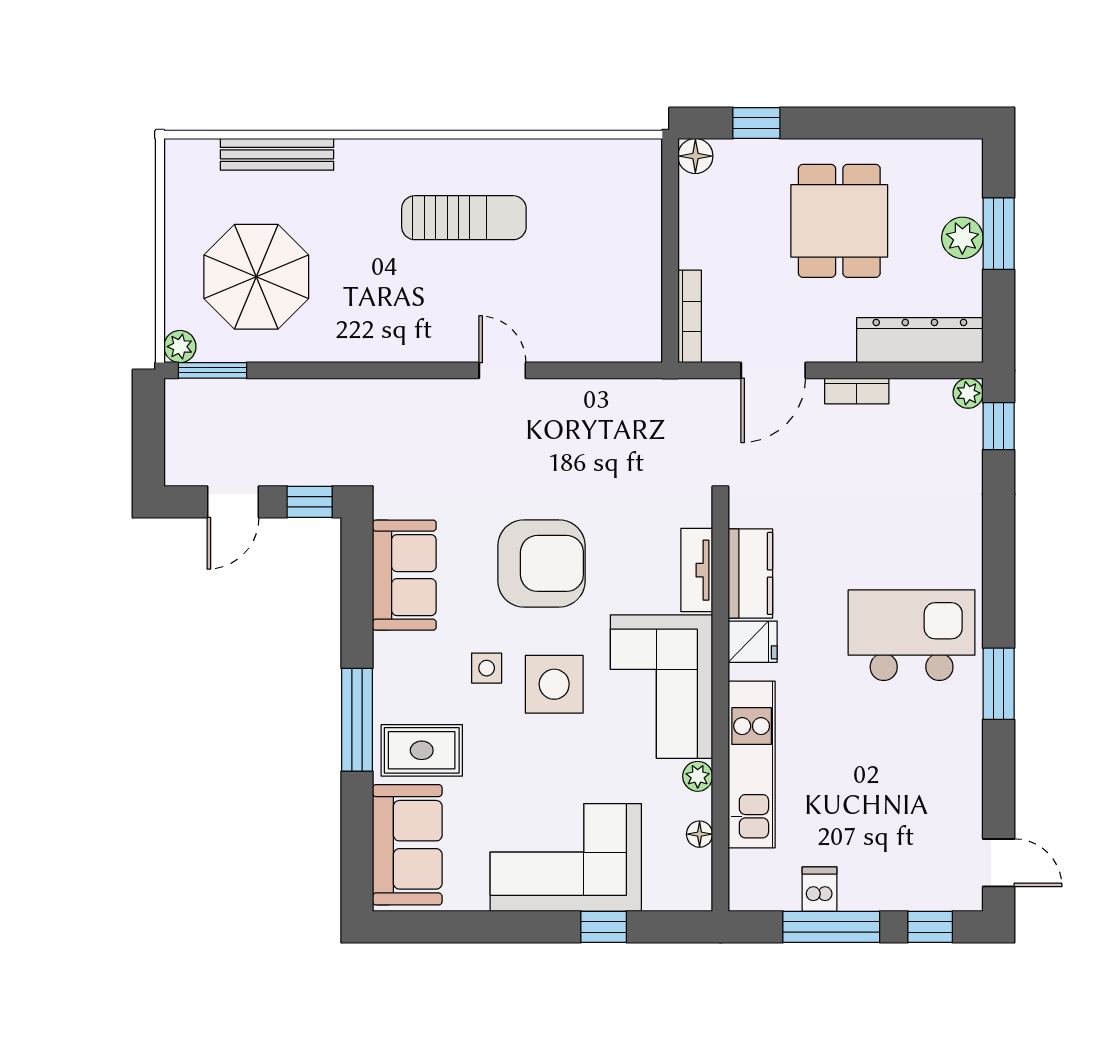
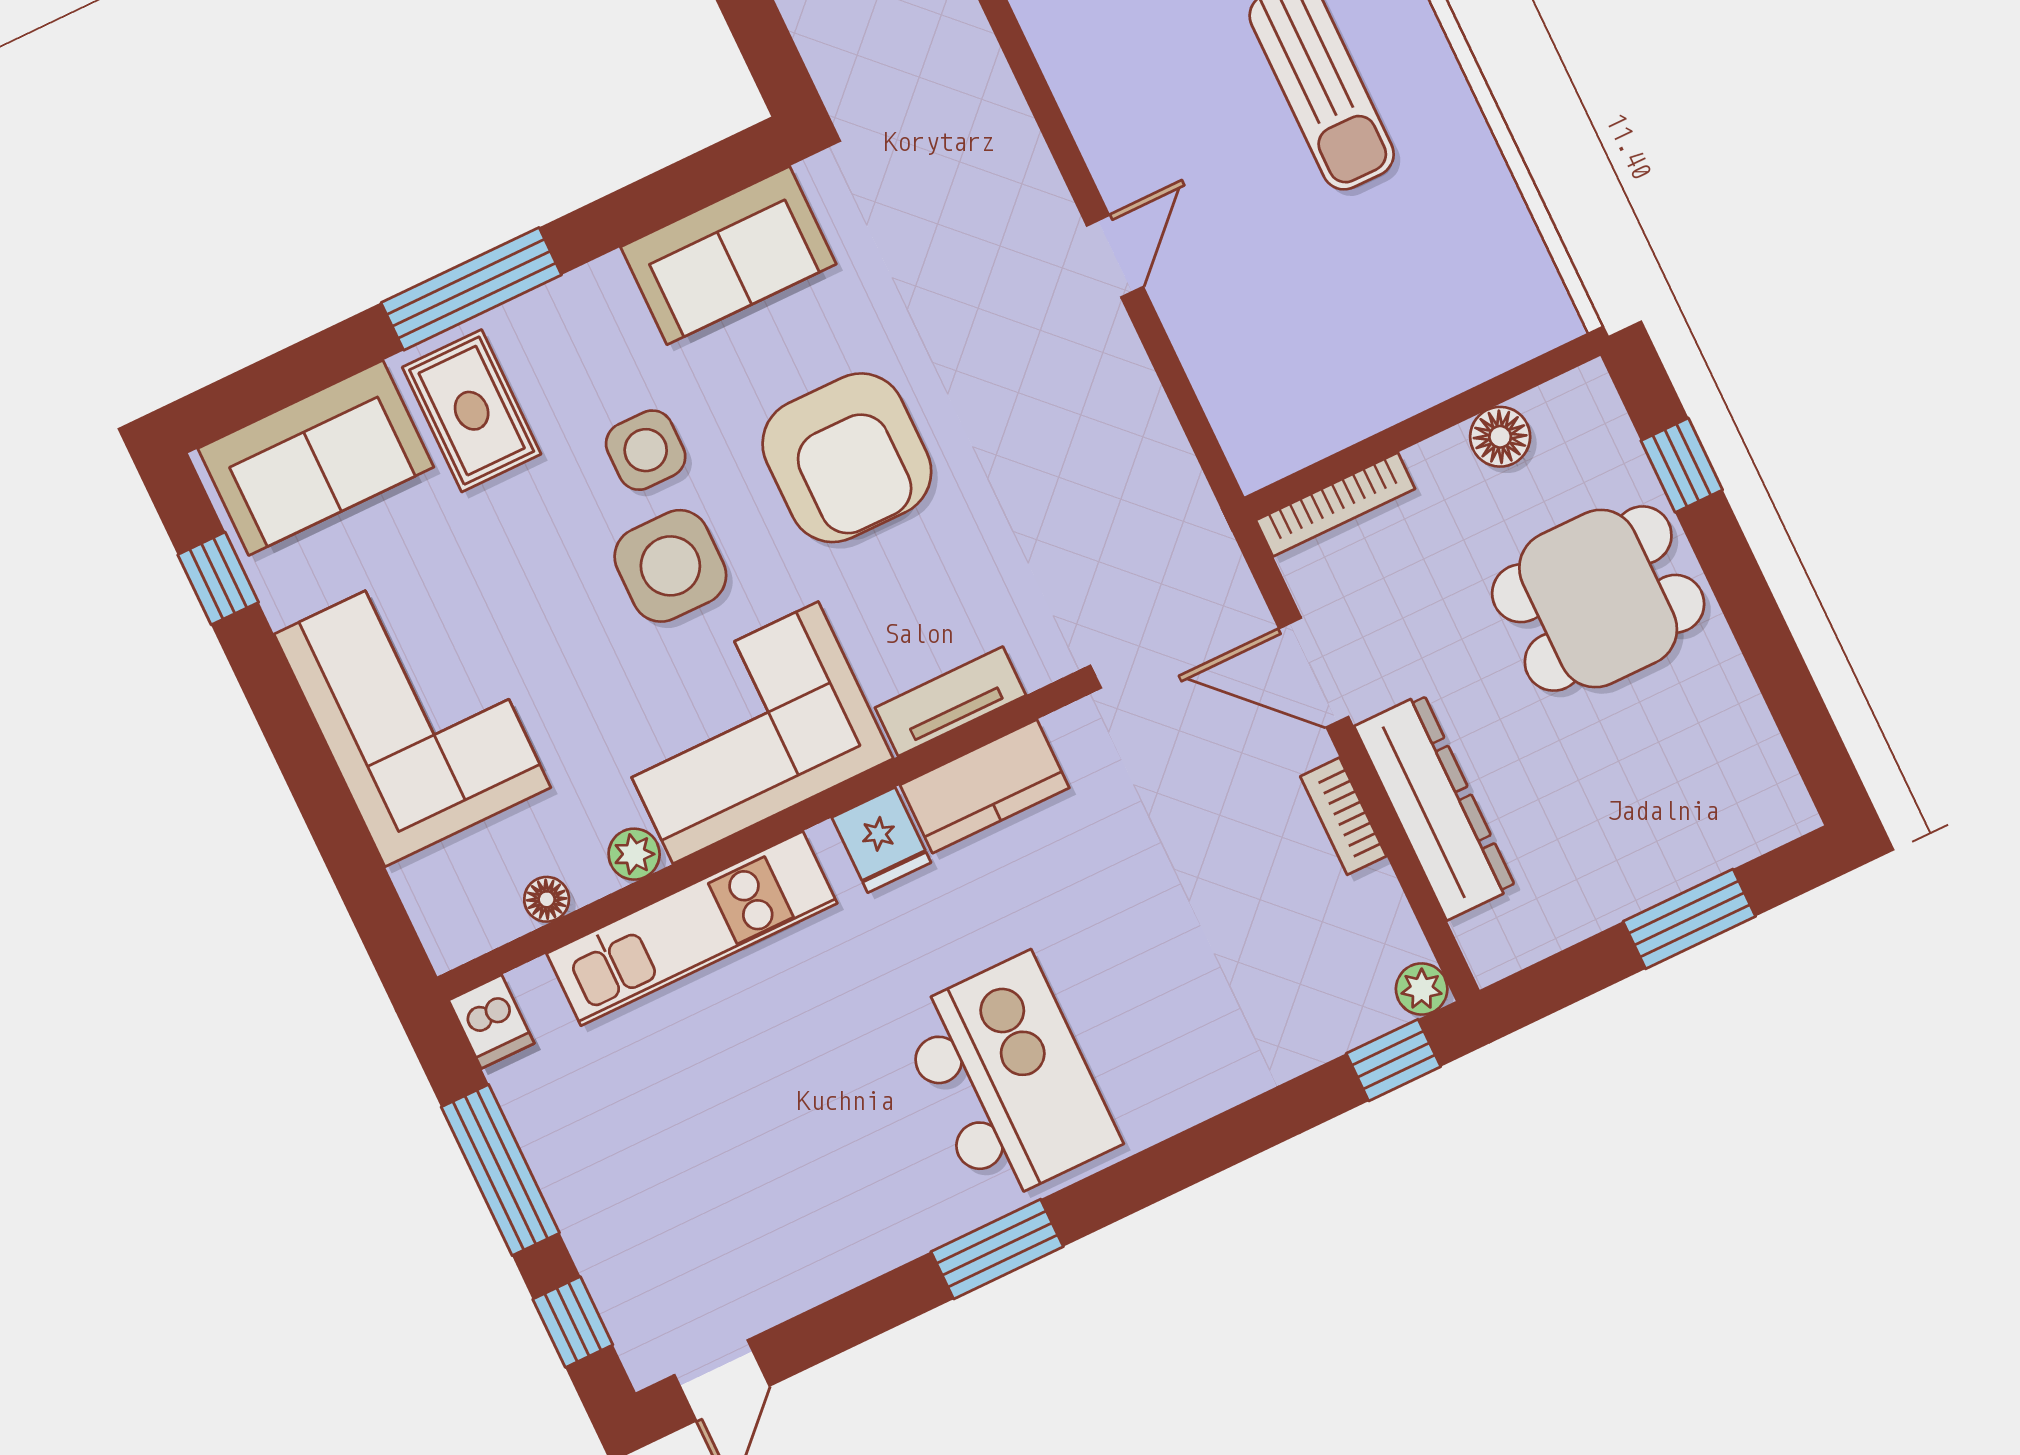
floor lamp: (695, 156) -> (1500, 437), moved
dining table: (839, 221) -> (1598, 599), moved
plant: (962, 238) -> (1656, 866), removed
dresser: (920, 340) -> (1435, 807), moved
window: (310, 502) -> (772, 56), removed
side table: (487, 668) -> (646, 450), width x1.37, depth x1.37
dishwasher: (819, 889) -> (491, 1022), moved, turned 90
window: (604, 927) -> (218, 578), moved

